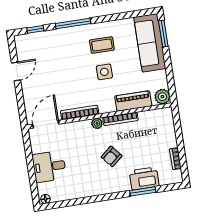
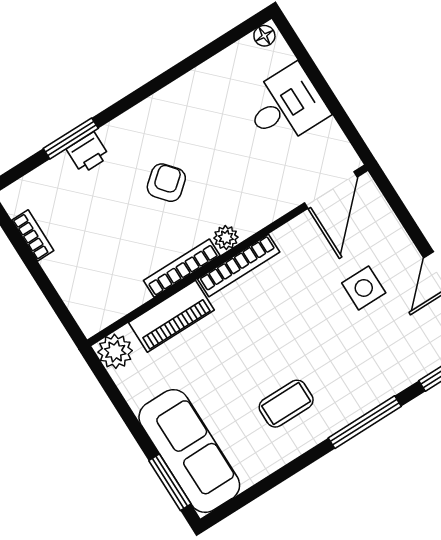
side table: (104, 72) -> (364, 288), moved
bookcase: (80, 112) -> (239, 266), moved
printer: (144, 178) -> (88, 153), width x0.53, depth x0.68

